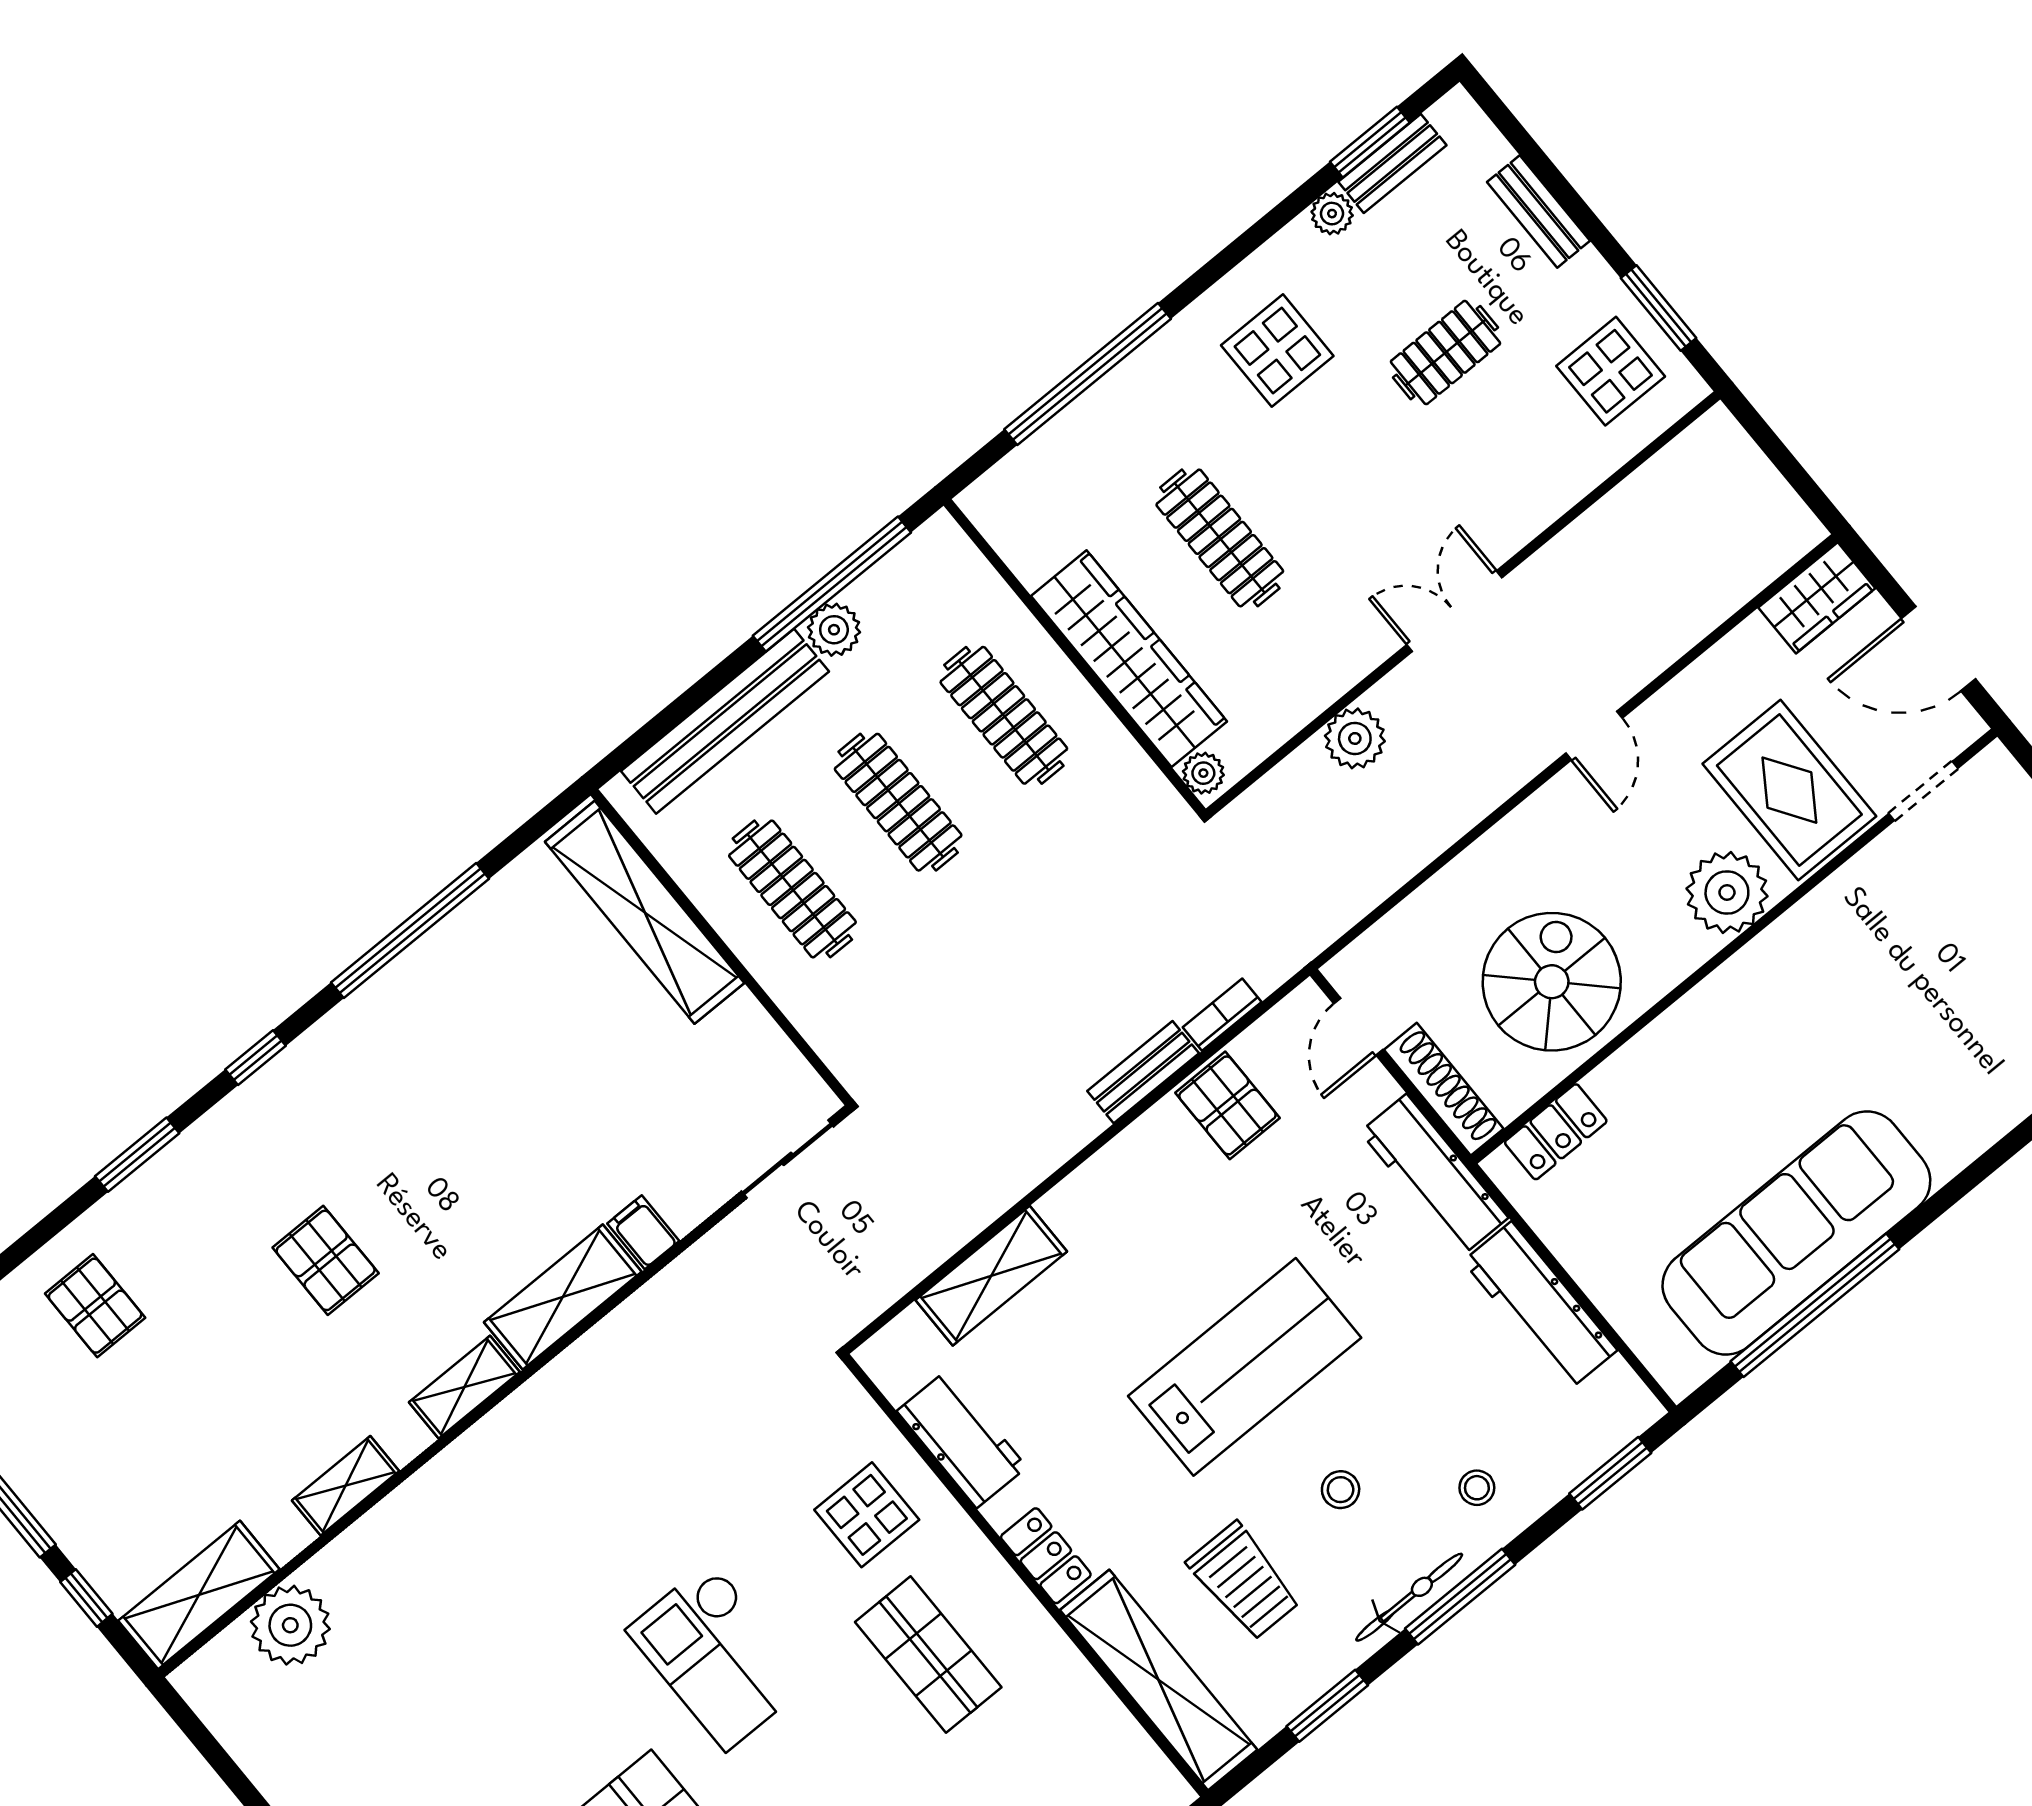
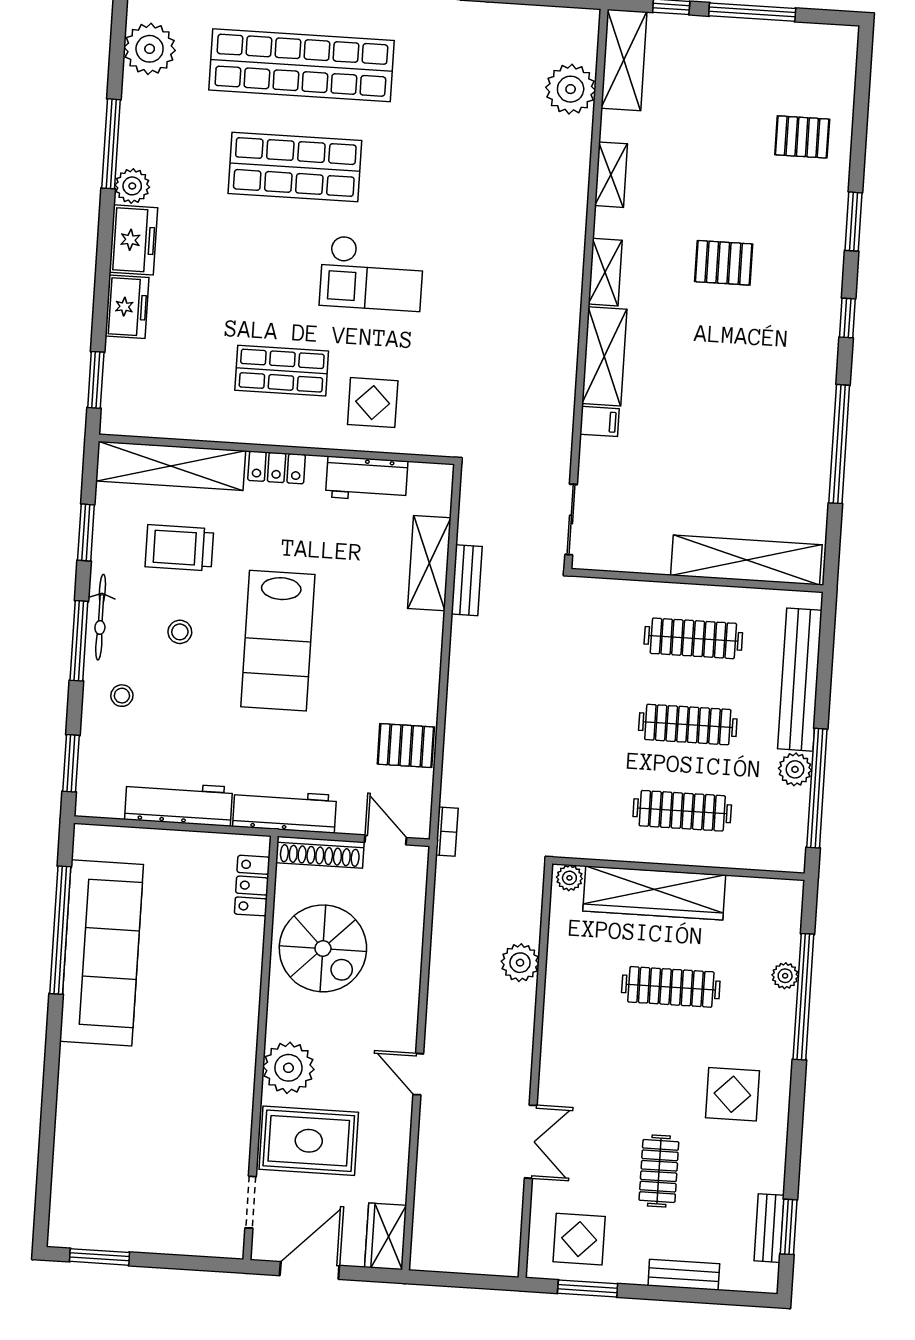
plant: (1332, 214) -> (785, 976), moved
double door: (1454, 611) -> (531, 1142), moved
bookcase: (1222, 1015) -> (447, 832), moved
bench: (1143, 1072) -> (467, 580), moved
checkout: (718, 1656) -> (372, 273), turned 180

